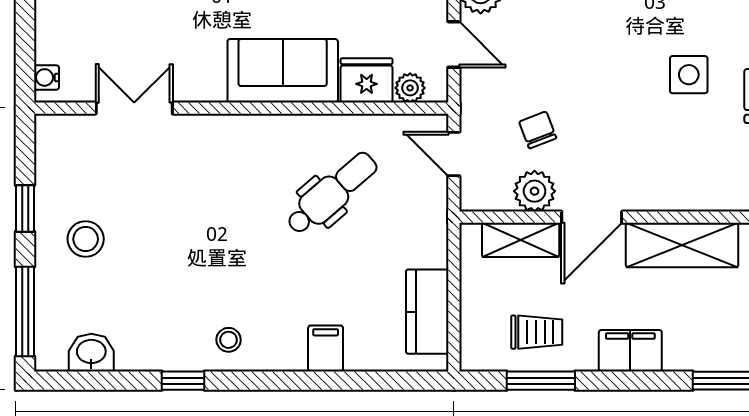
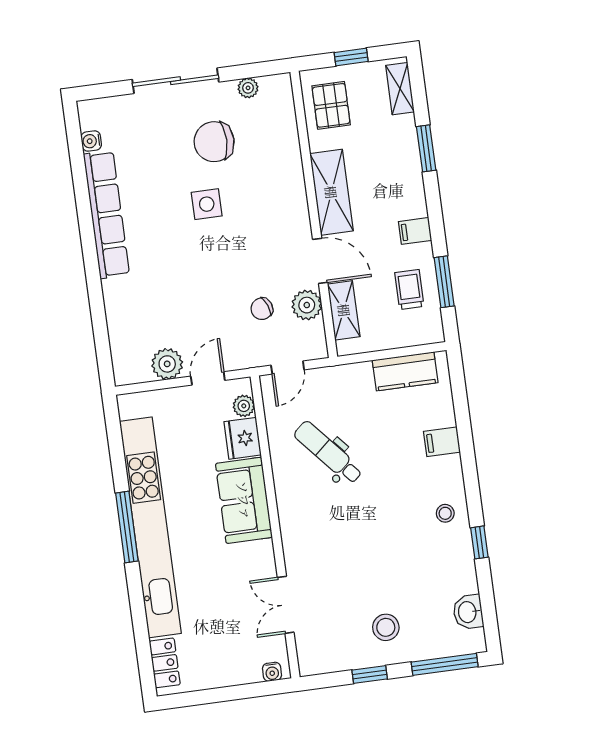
filing cabinet: (630, 351) -> (415, 231), width x0.50

